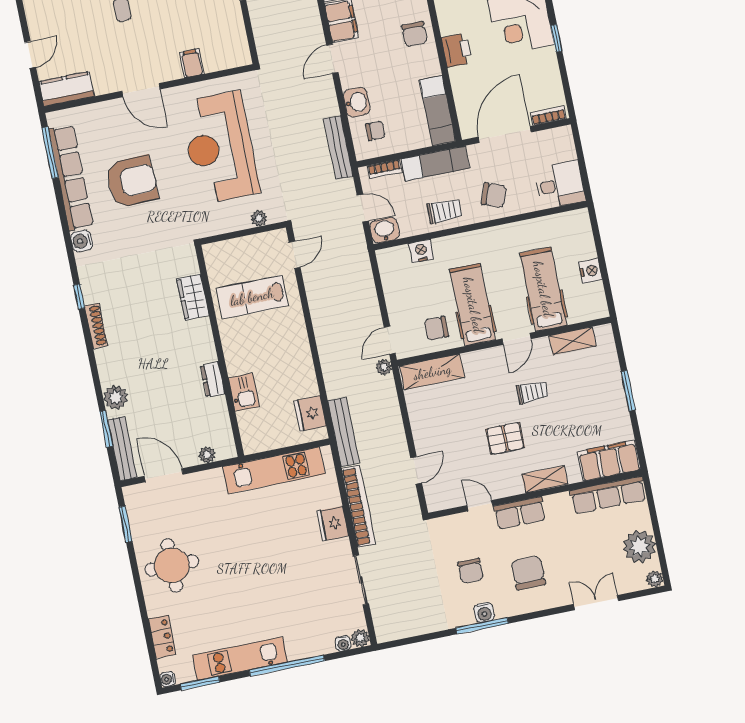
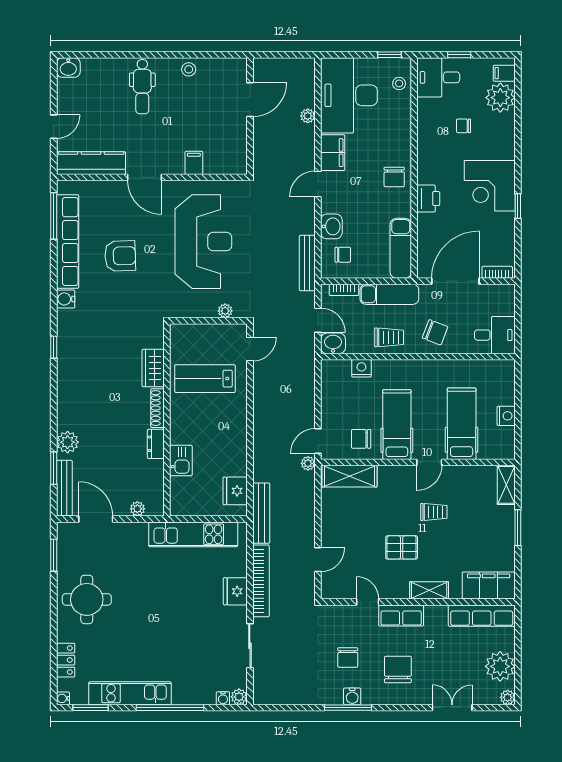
kitchen counter: (67, 89) -> (91, 163), width x1.50
reception desk: (220, 147) -> (203, 242), turned 180
armchair: (132, 182) -> (120, 256), width x0.73, depth x0.73
shoe rack: (96, 326) -> (157, 408), moved, turned 180
shelving: (573, 341) -> (506, 485), moved, turned 90

